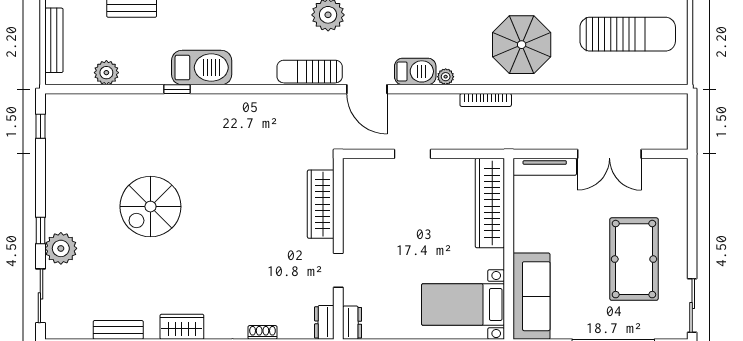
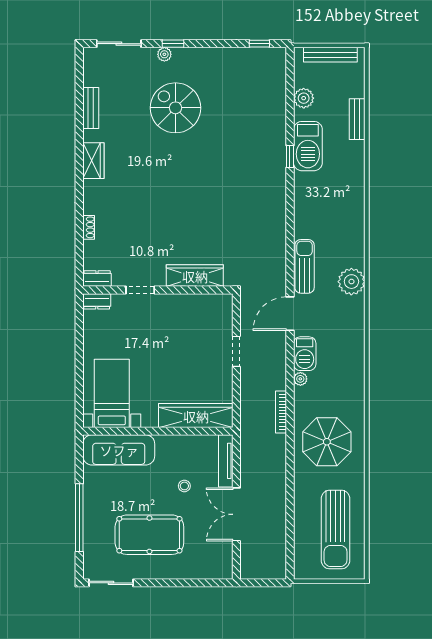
barbecue: (202, 68) -> (308, 146), moved
spiral stairs: (150, 207) -> (175, 108), moved
stool: (575, 217) -> (184, 486), added
plant: (61, 248) -> (164, 54), width x0.53, depth x0.53

